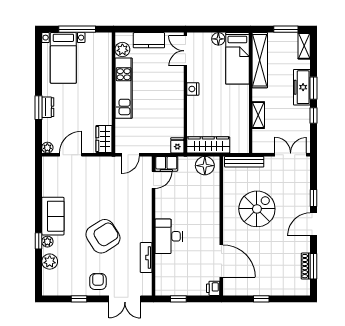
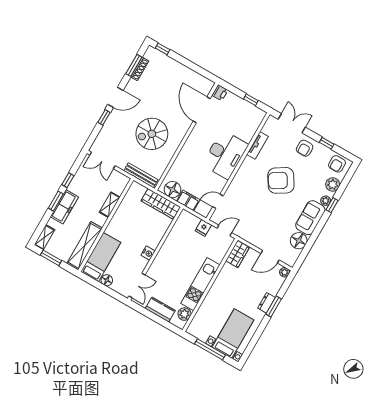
fridge: (177, 145) -> (203, 228), moved
filing cabinet: (166, 164) -> (188, 200), moved
floor lamp: (51, 187) -> (299, 241), added
desk: (169, 236) -> (225, 155), width x1.36, depth x1.30
armchair: (57, 284) -> (337, 164), added
window: (261, 299) -> (163, 49), moved

